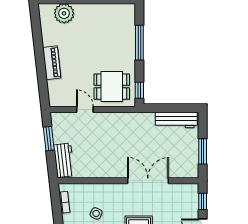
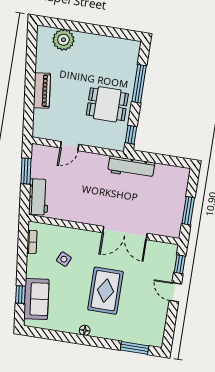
dining table: (112, 87) -> (107, 104), moved
door: (85, 110) -> (70, 146), swing flipped
workbench: (176, 120) -> (131, 167), moved
double door: (148, 181) -> (125, 233), swing flipped

